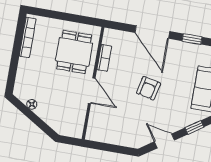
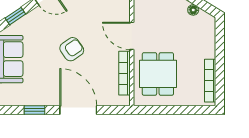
bookcase: (104, 58) -> (125, 73), width x1.56
armchair: (148, 88) -> (72, 49), turned 42

